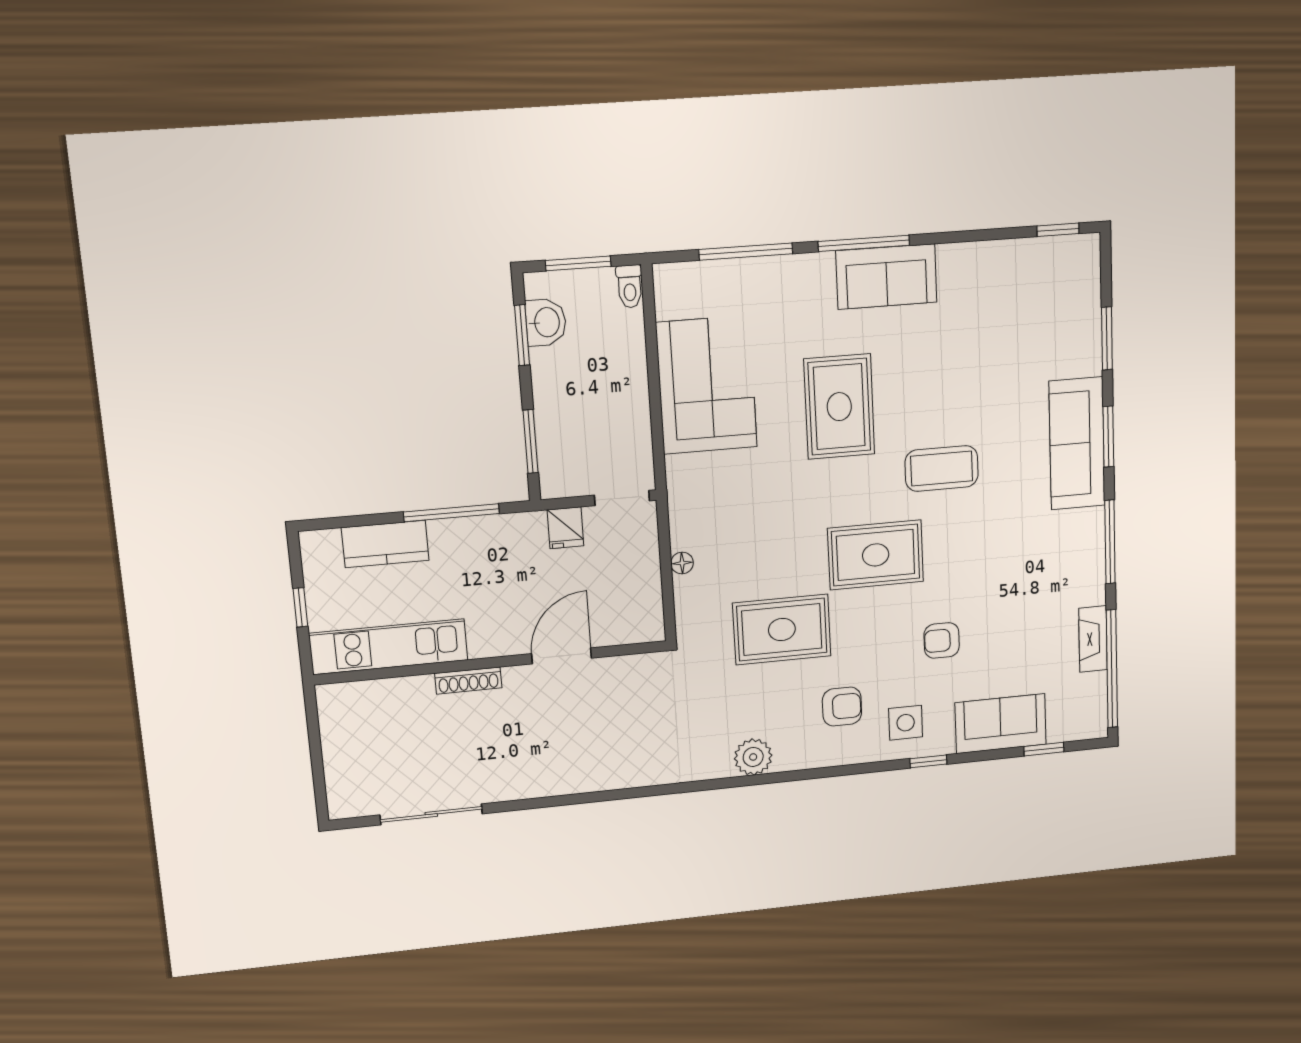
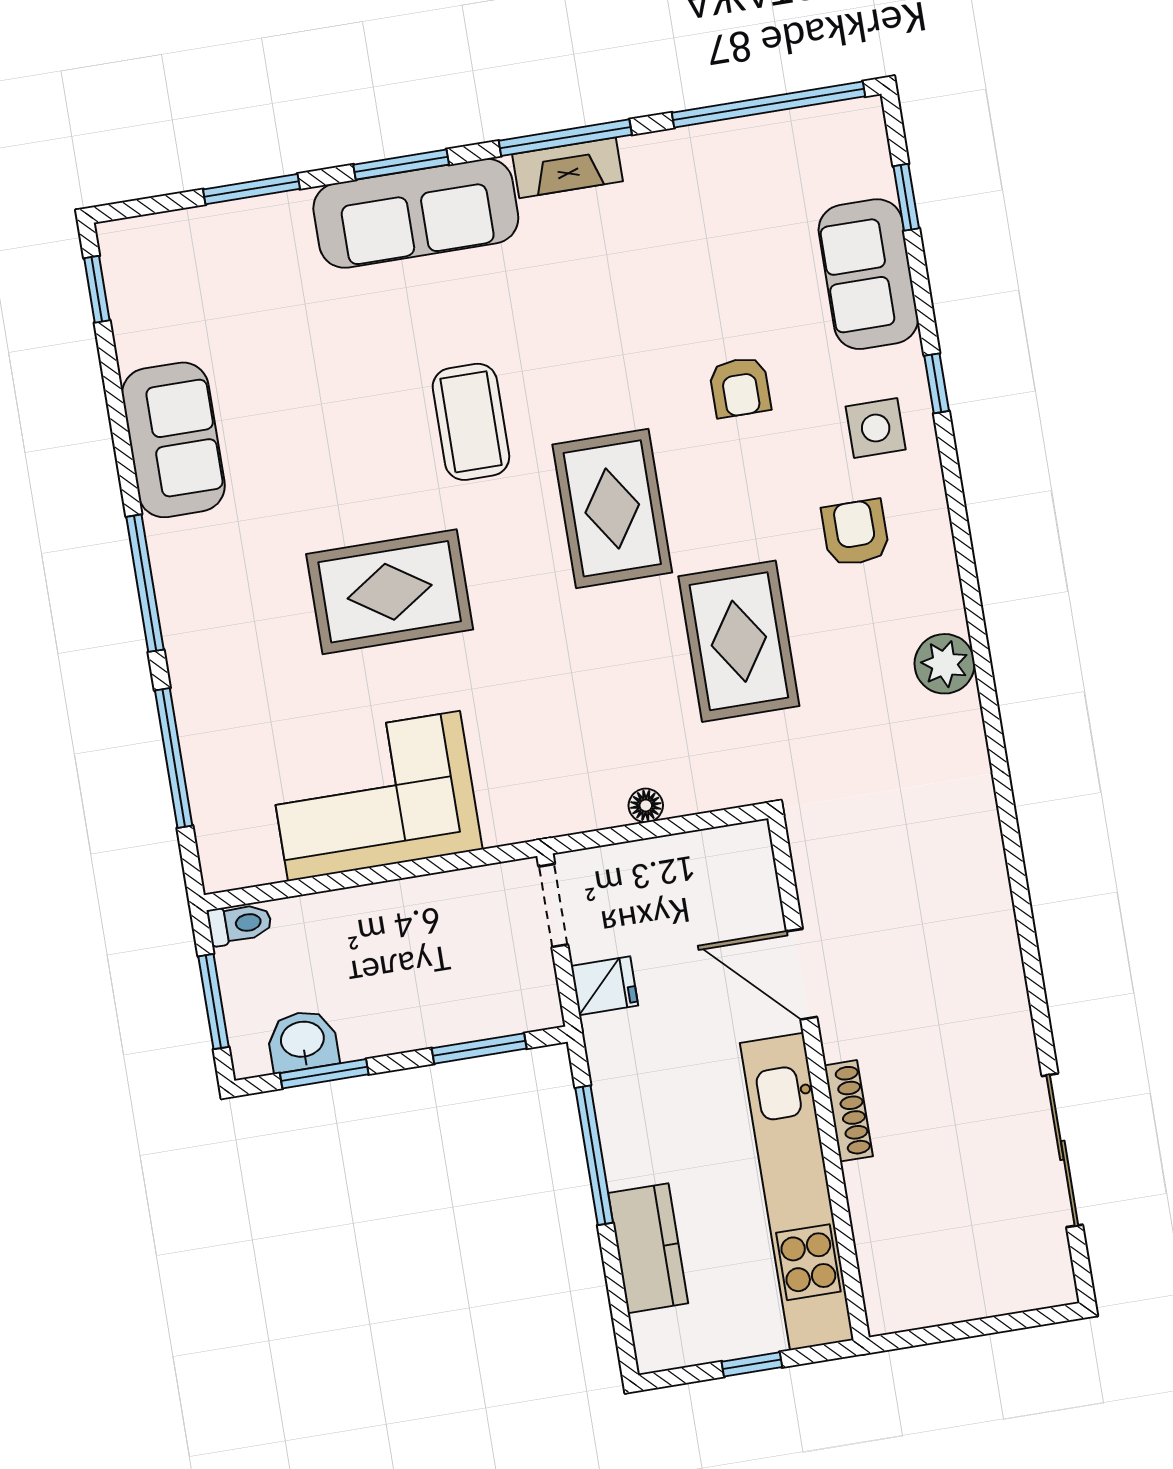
sofa: (886, 277) -> (173, 440), moved
fireplace: (1093, 639) -> (567, 168), moved
kitchen unit: (389, 647) -> (797, 1191), width x1.36

